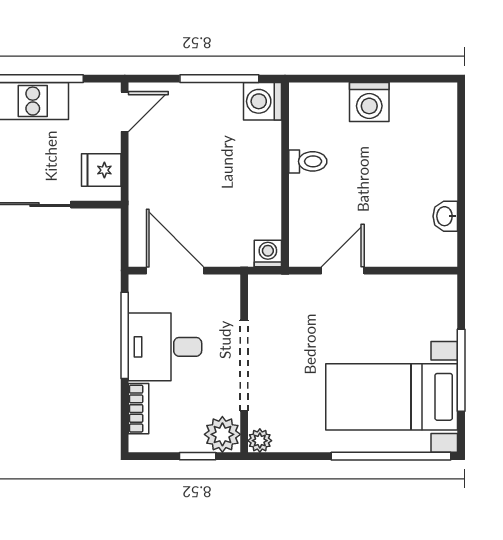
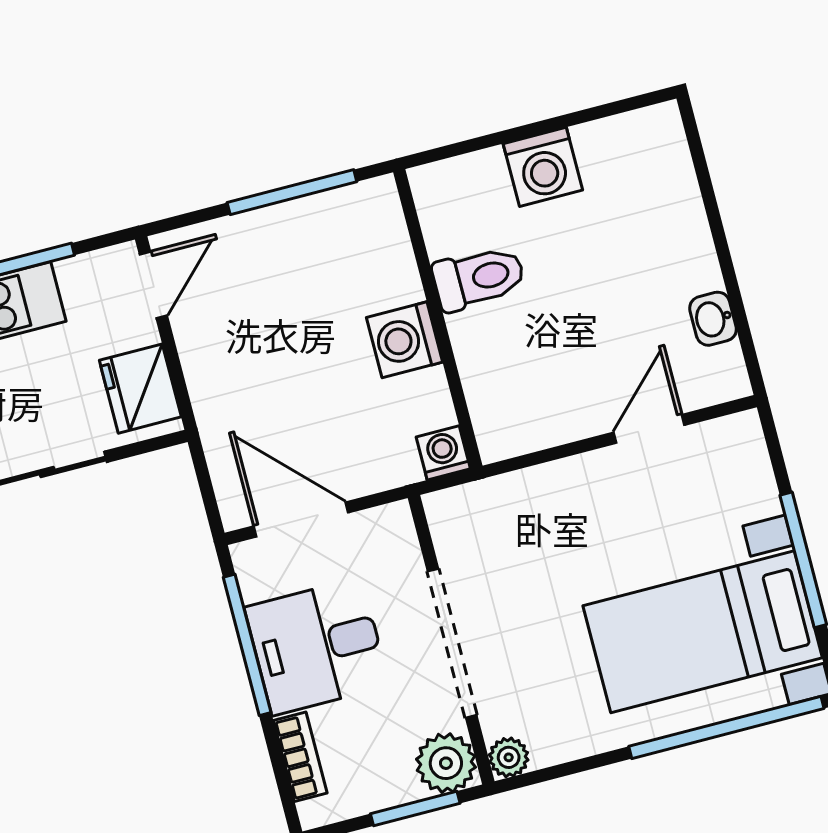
washing machine: (262, 101) -> (405, 340), moved
toilet: (308, 161) -> (479, 278), width x1.37, depth x1.39
fridge: (101, 170) -> (140, 389), width x1.38
door: (343, 271) -> (649, 429), moved
window: (198, 456) -> (415, 809), width x1.50

